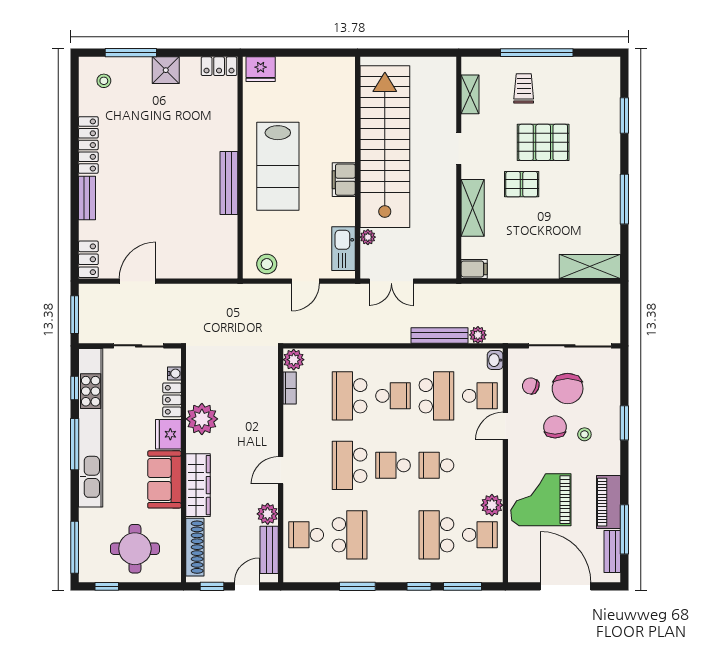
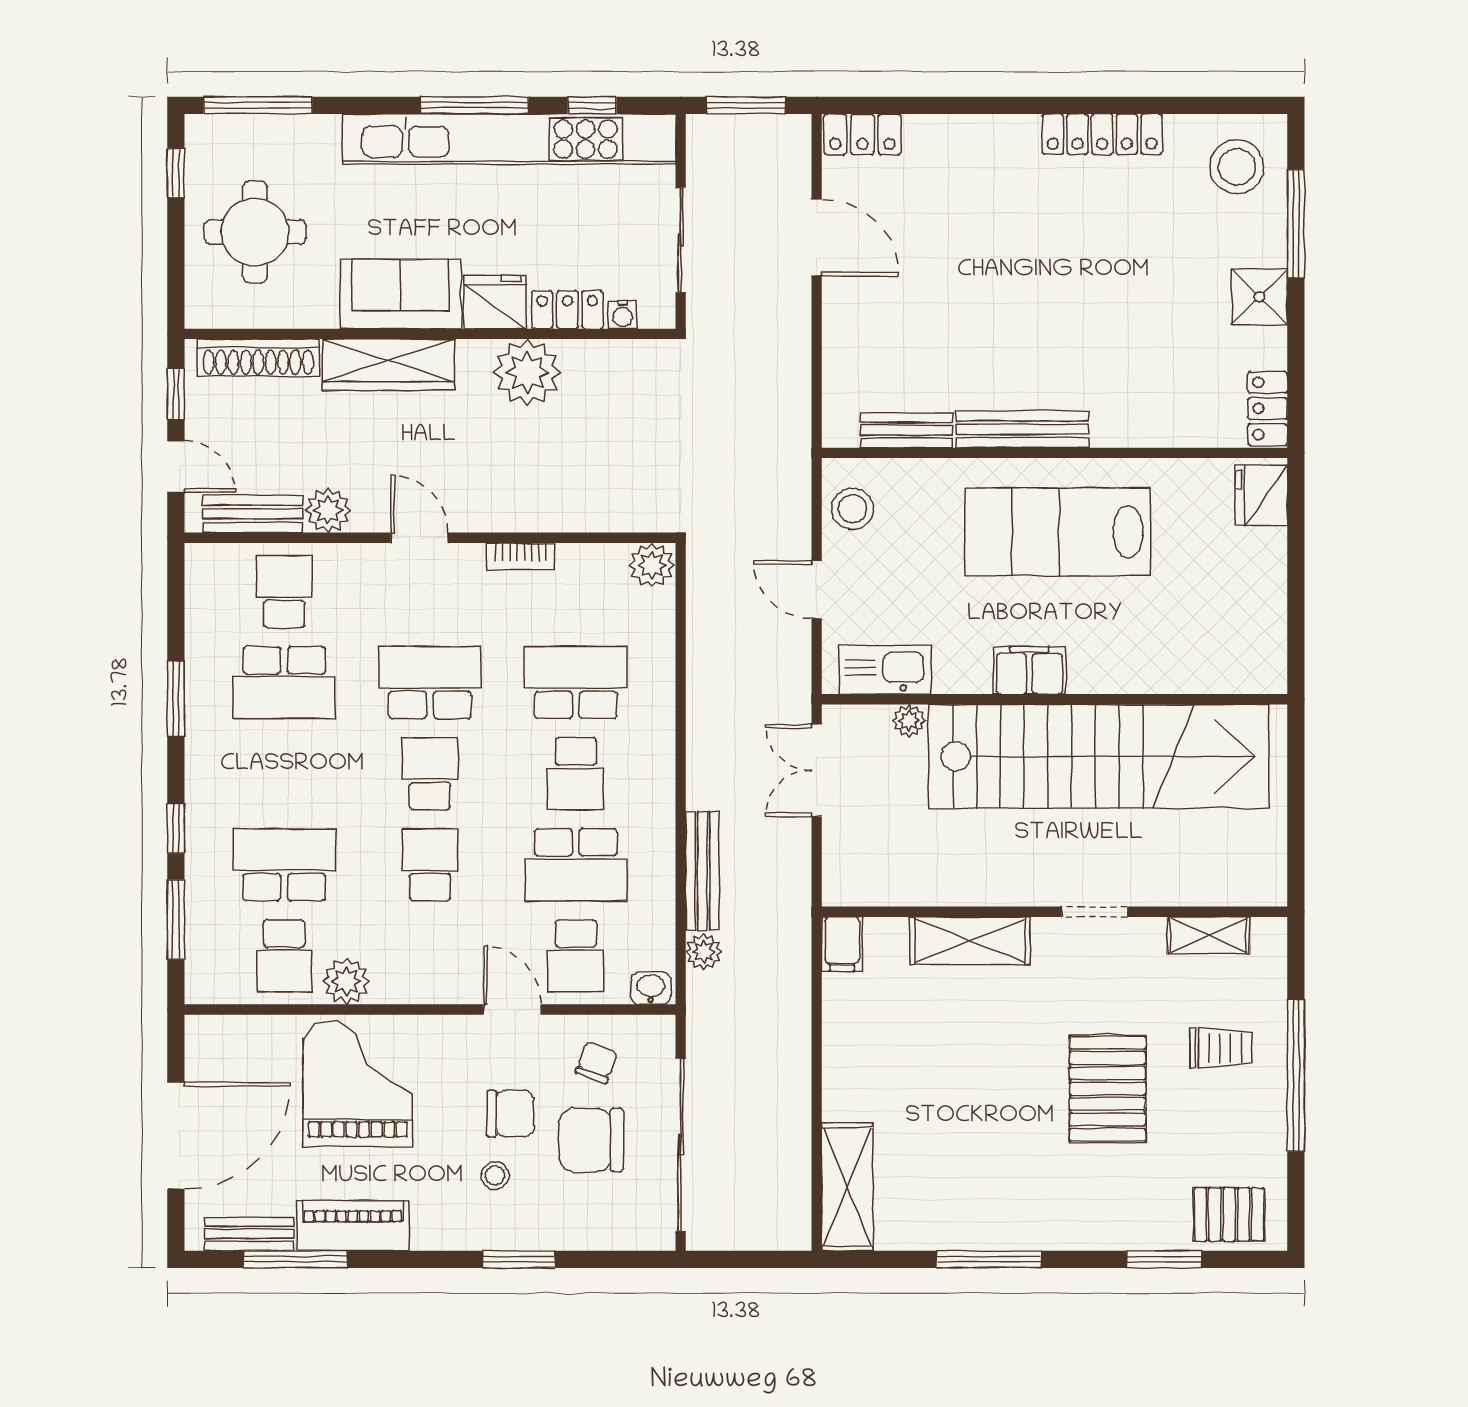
stool: (104, 81) -> (1237, 167), width x1.89, depth x1.89
pallet: (522, 184) -> (1229, 1214), moved, turned 90
bench: (87, 198) -> (906, 430), moved
bookcase: (290, 388) -> (521, 557), moved

